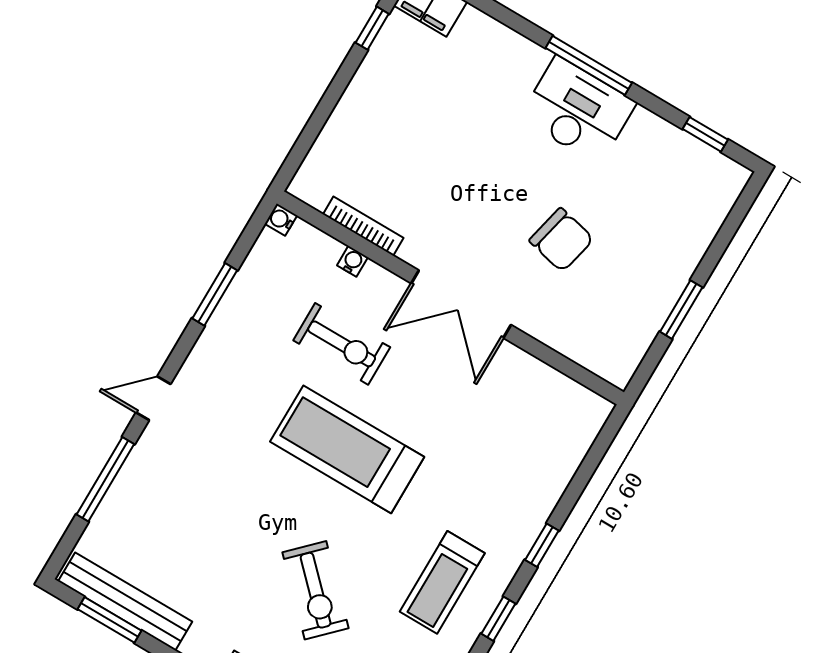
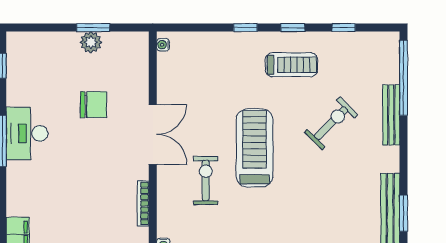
chair: (561, 240) -> (94, 105), turned 77
water cooler: (352, 261) -> (163, 45), moved
plant: (661, 293) -> (91, 42), added
treadmill: (347, 449) -> (255, 148), turned 180

